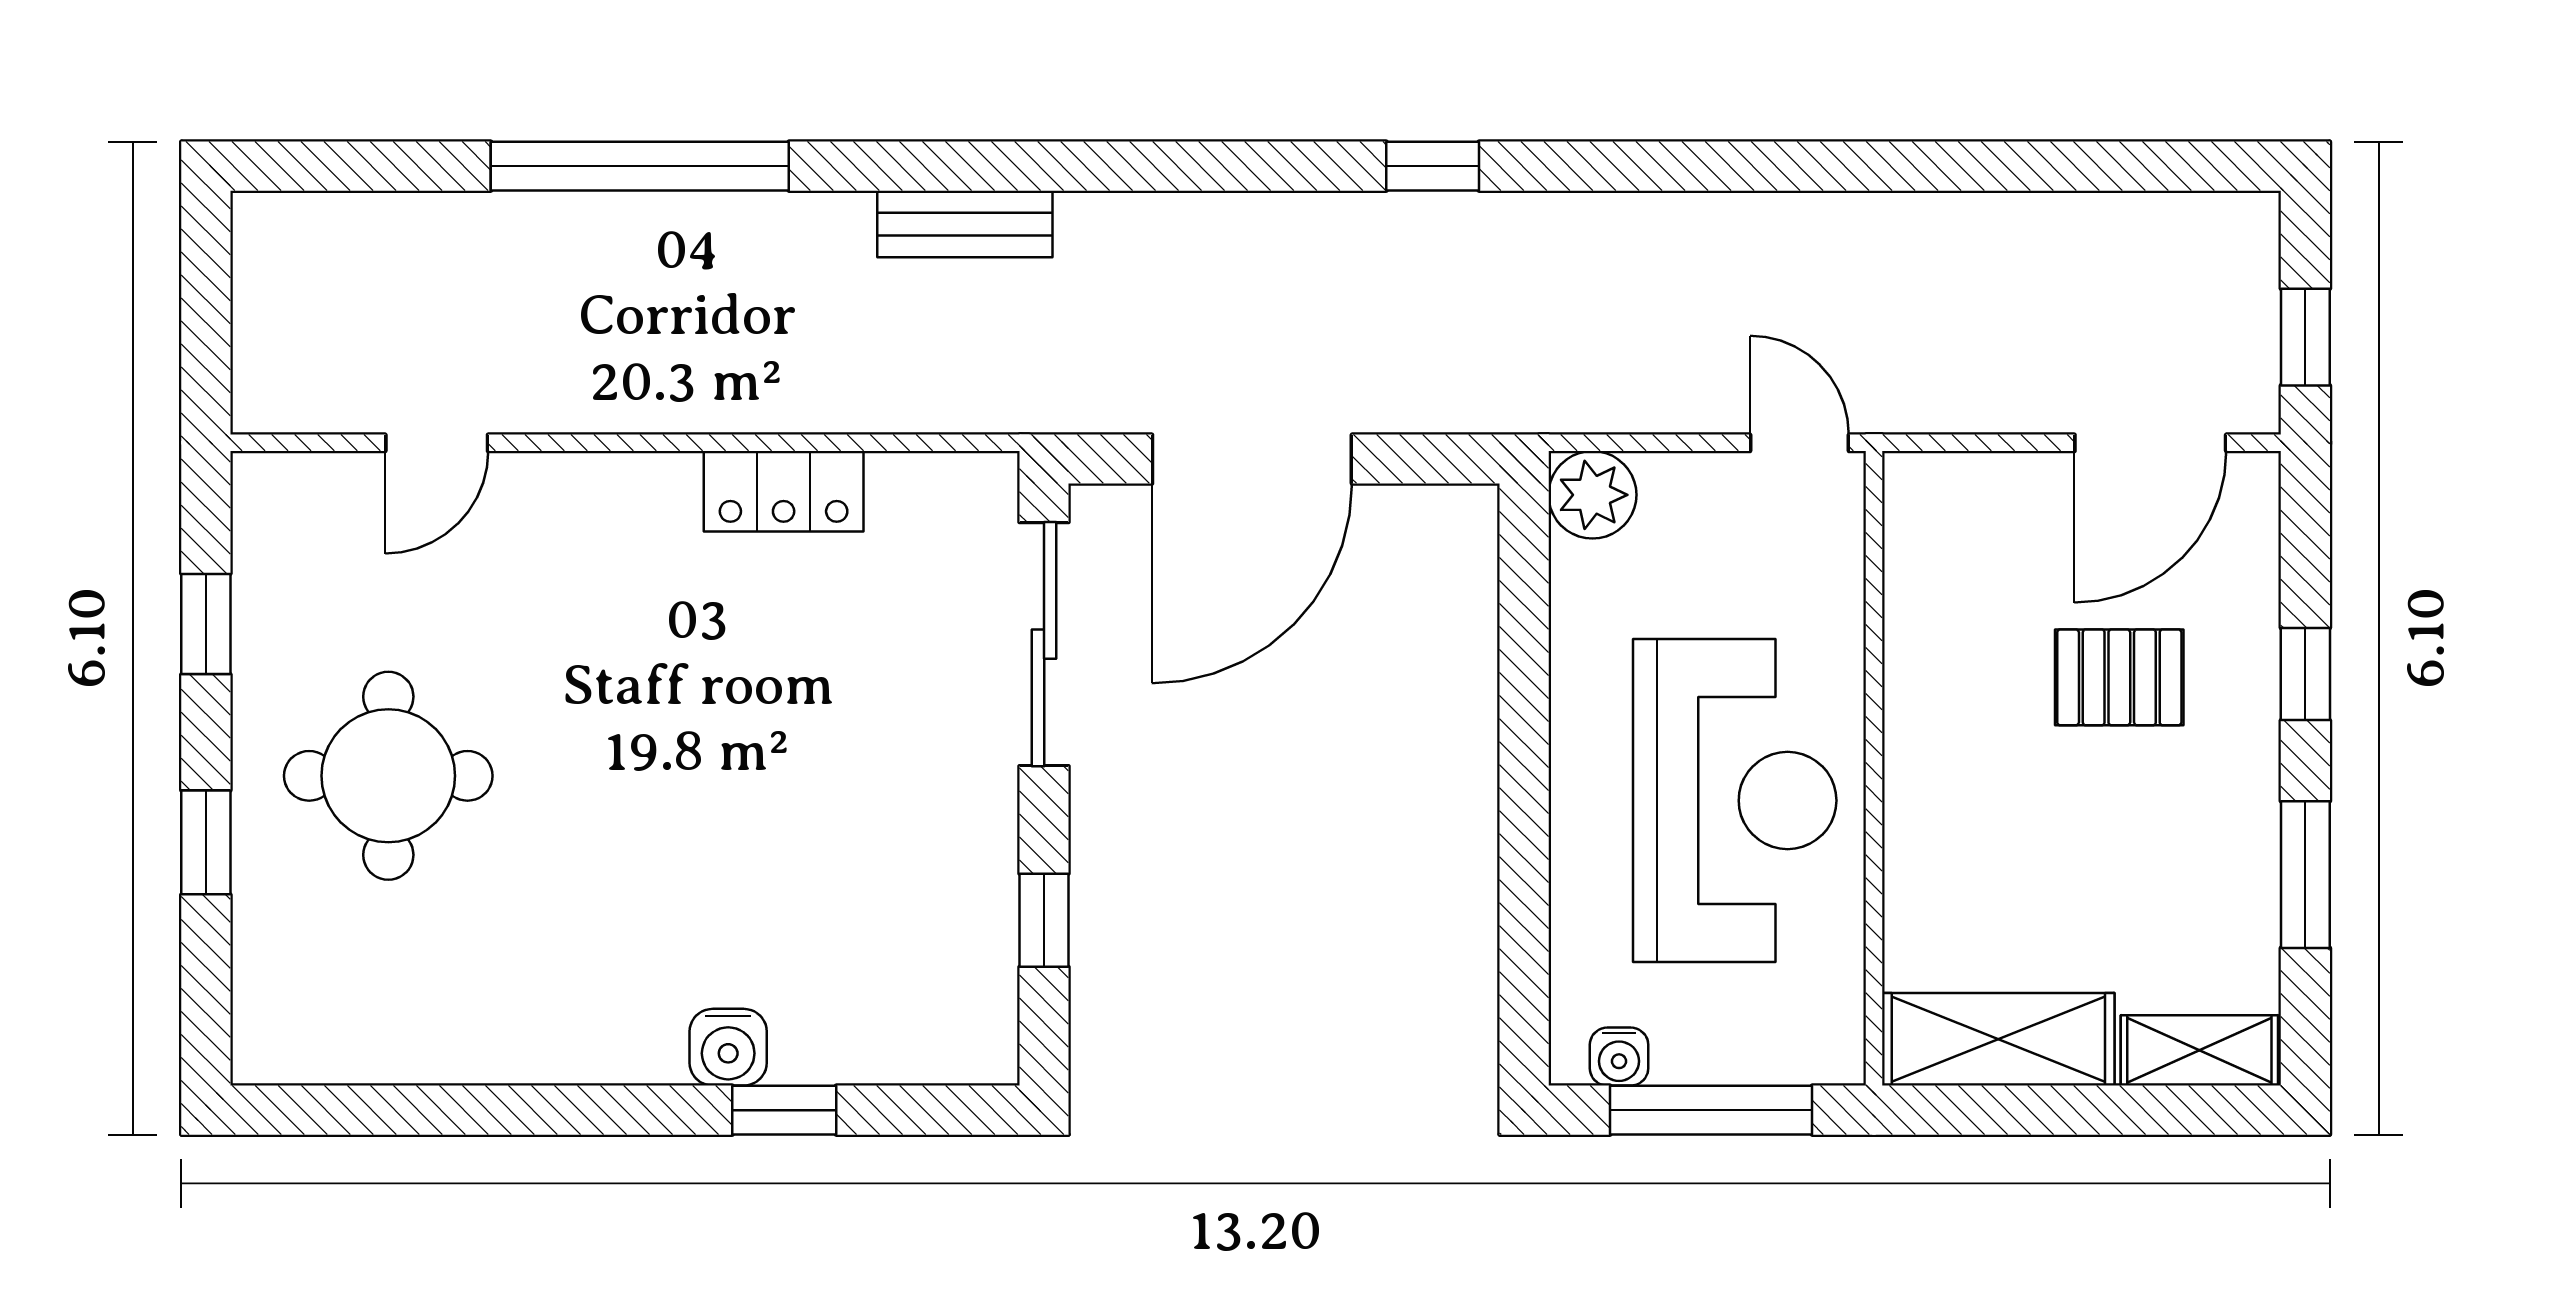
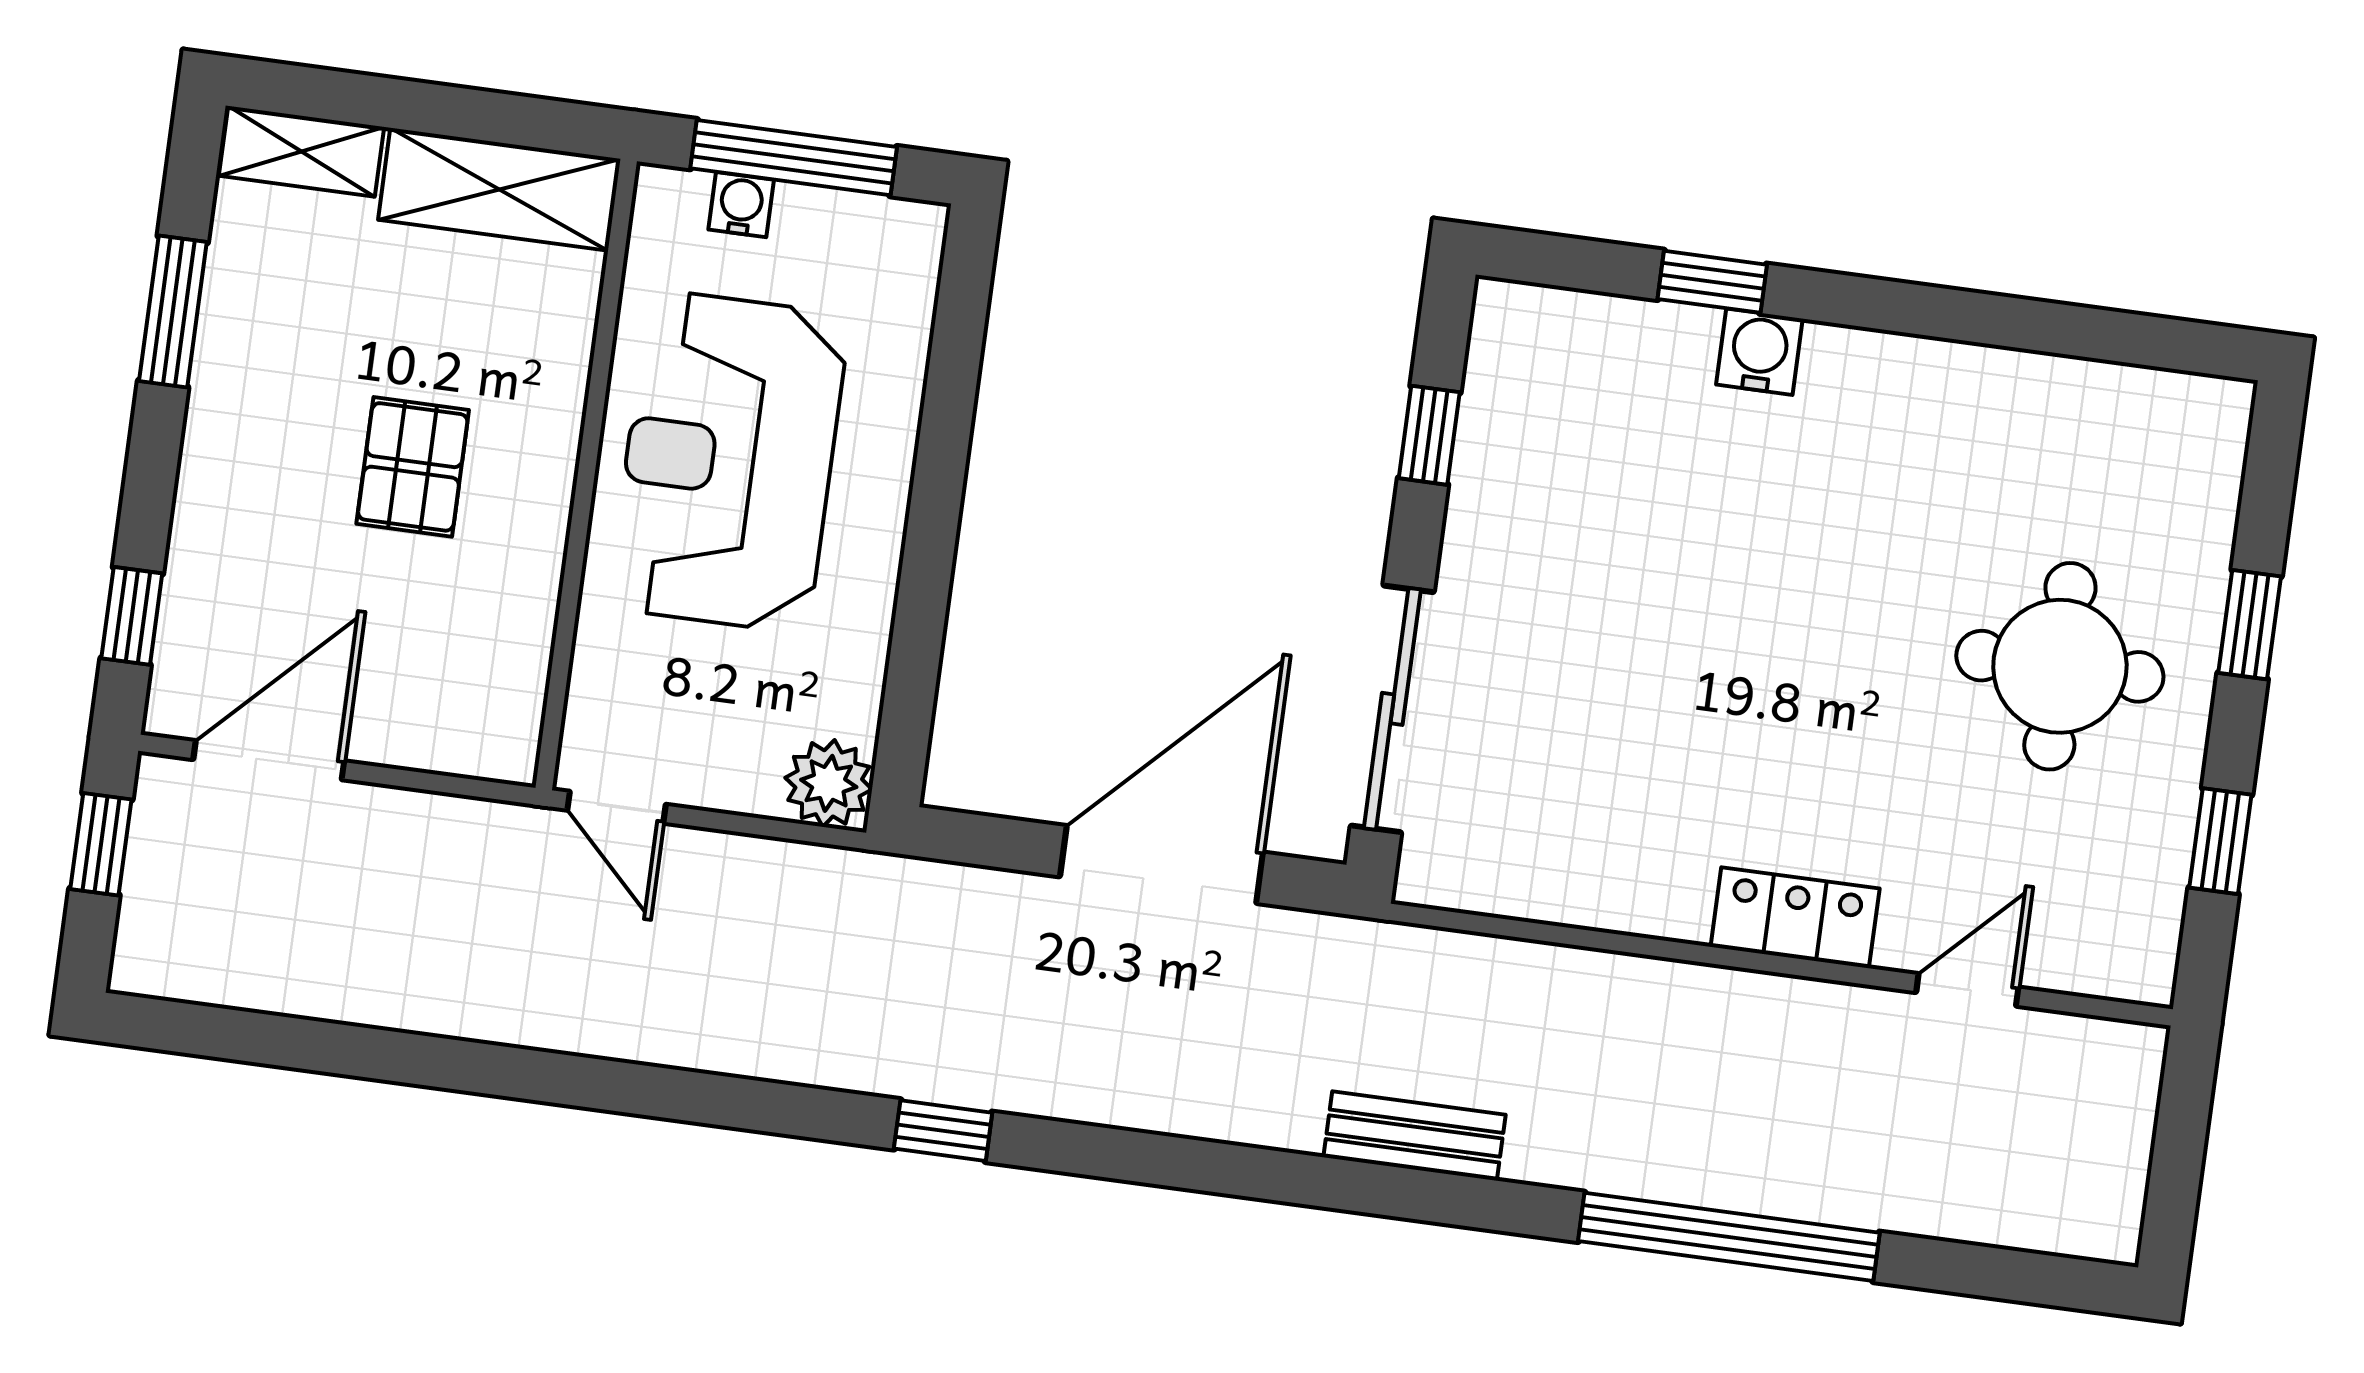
locker: (784, 491) -> (1795, 918), moved
window: (2305, 674) -> (132, 616), moved
pallet: (2119, 677) -> (413, 467), moved, turned 90
water cooler: (1619, 1057) -> (741, 205), moved

